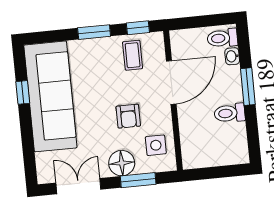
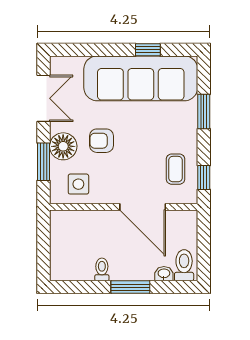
window: (94, 32) -> (204, 112), moved
coffee table: (133, 55) -> (176, 169), turned 90
toilet: (230, 113) -> (102, 269), width x0.73, depth x0.72
armchair: (128, 116) -> (101, 141), moved

